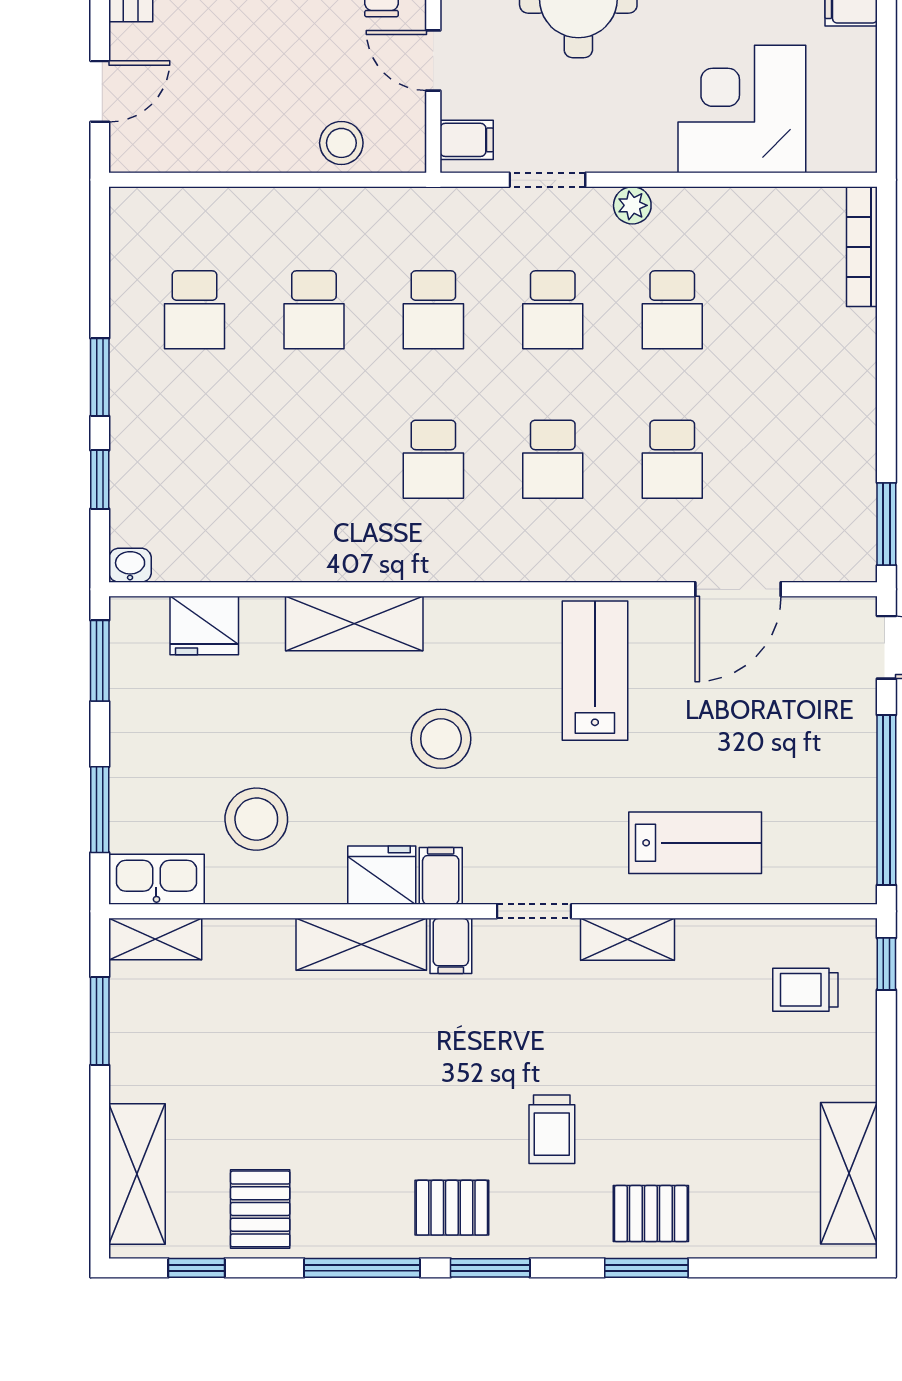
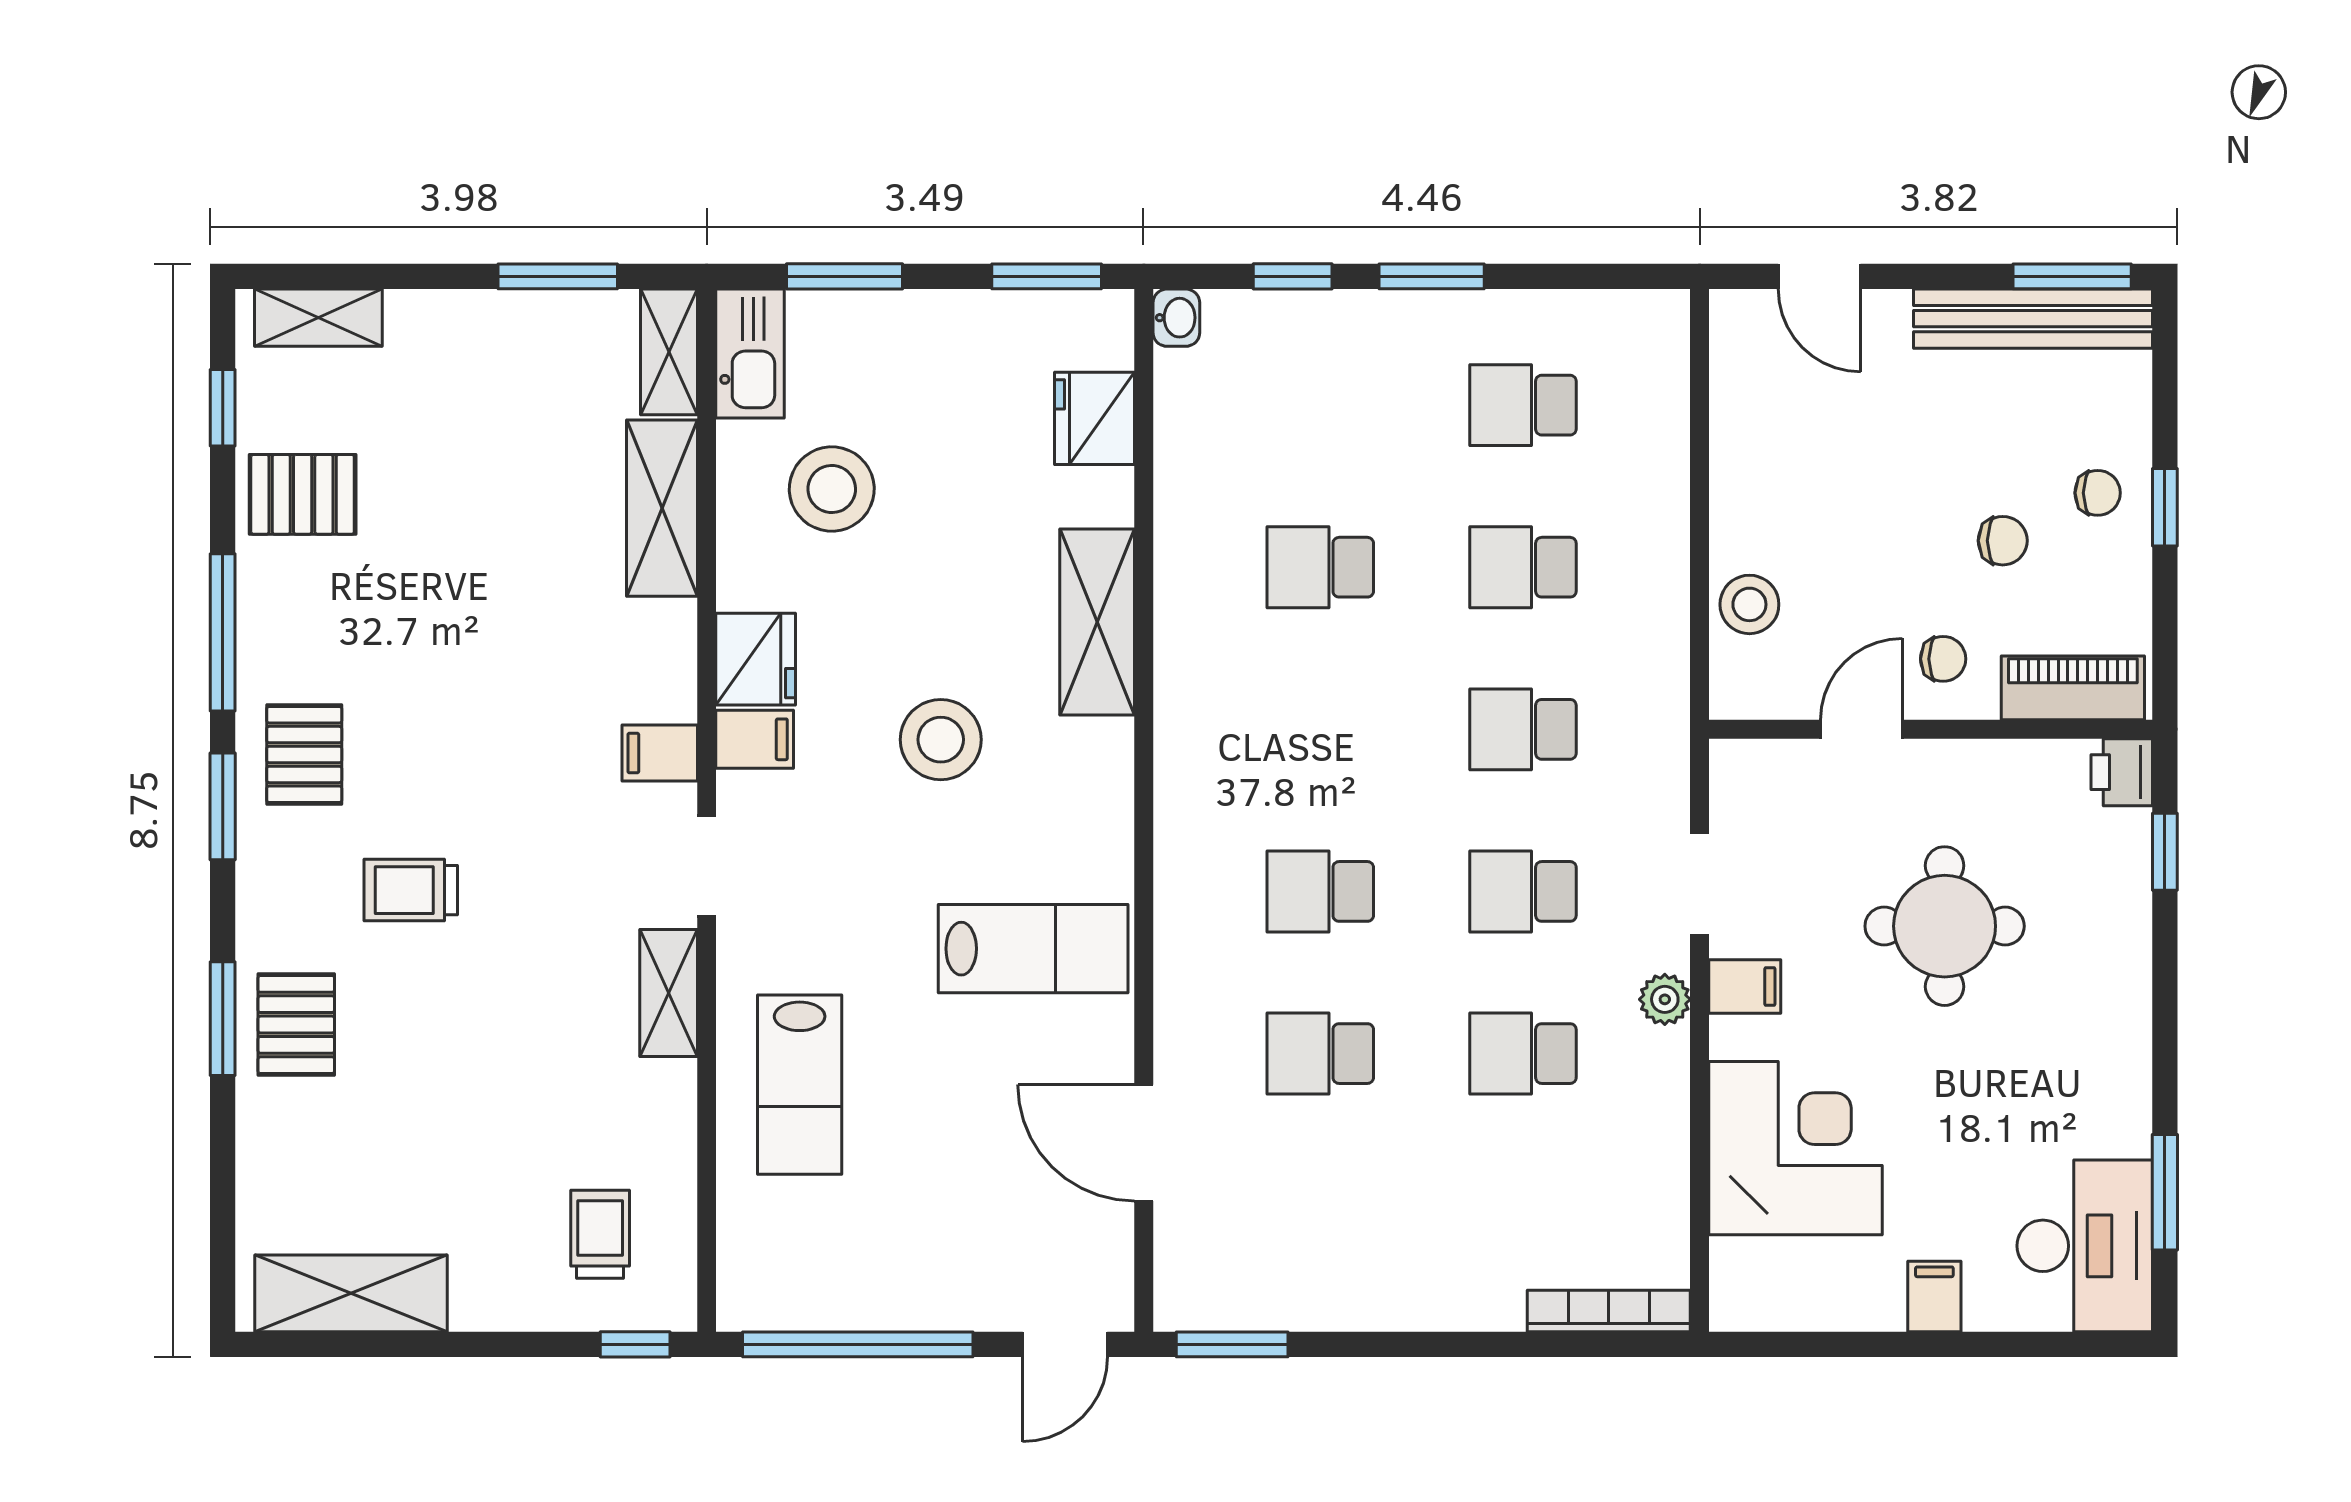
filing cabinet: (467, 140) -> (1745, 986), moved, turned -90
school desk: (433, 459) -> (1320, 567), moved
shelving: (361, 944) -> (662, 508), moved
shelving: (137, 1174) -> (318, 318), width x0.67, depth x0.75

